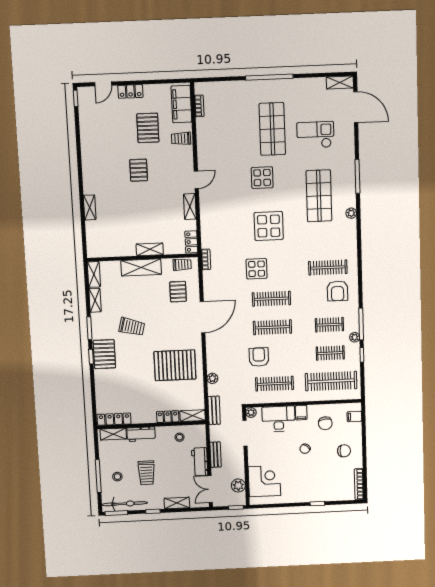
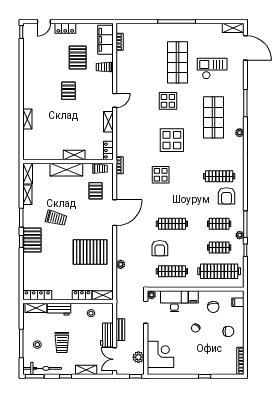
clothes rail: (271, 299) -> (172, 200), removed
armchair: (259, 357) -> (160, 248), turned 180
bench: (214, 410) -> (121, 292), removed

